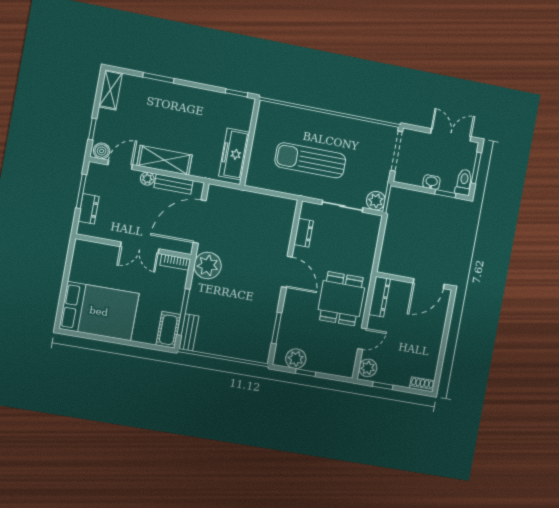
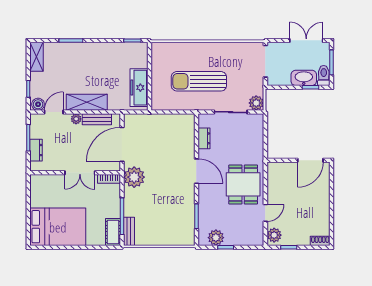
washbasin: (431, 182) -> (304, 78), width x1.91, depth x1.45
dresser: (380, 297) -> (273, 178), removed

